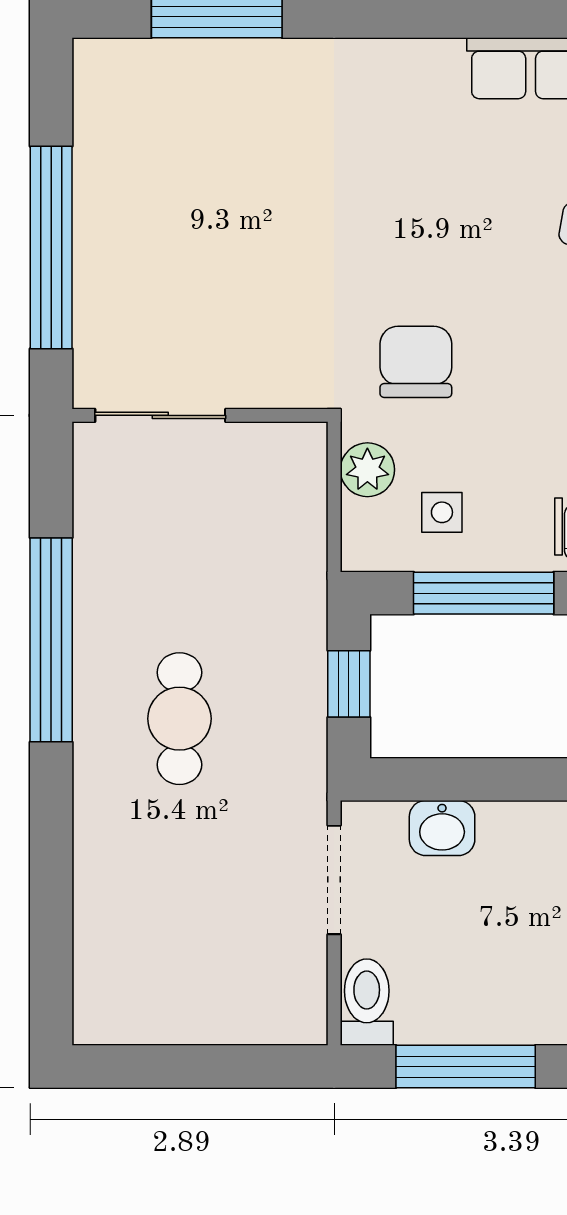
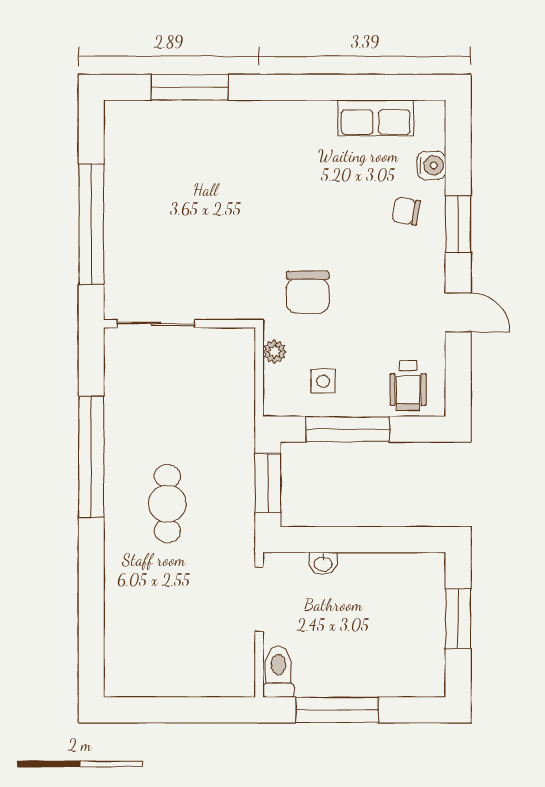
chair: (416, 362) -> (308, 292), turned 180
plant: (367, 470) -> (274, 352), width x0.73, depth x0.73
window: (349, 684) -> (268, 483), width x1.50
washbasin: (442, 828) -> (323, 563), width x0.72, depth x0.69

